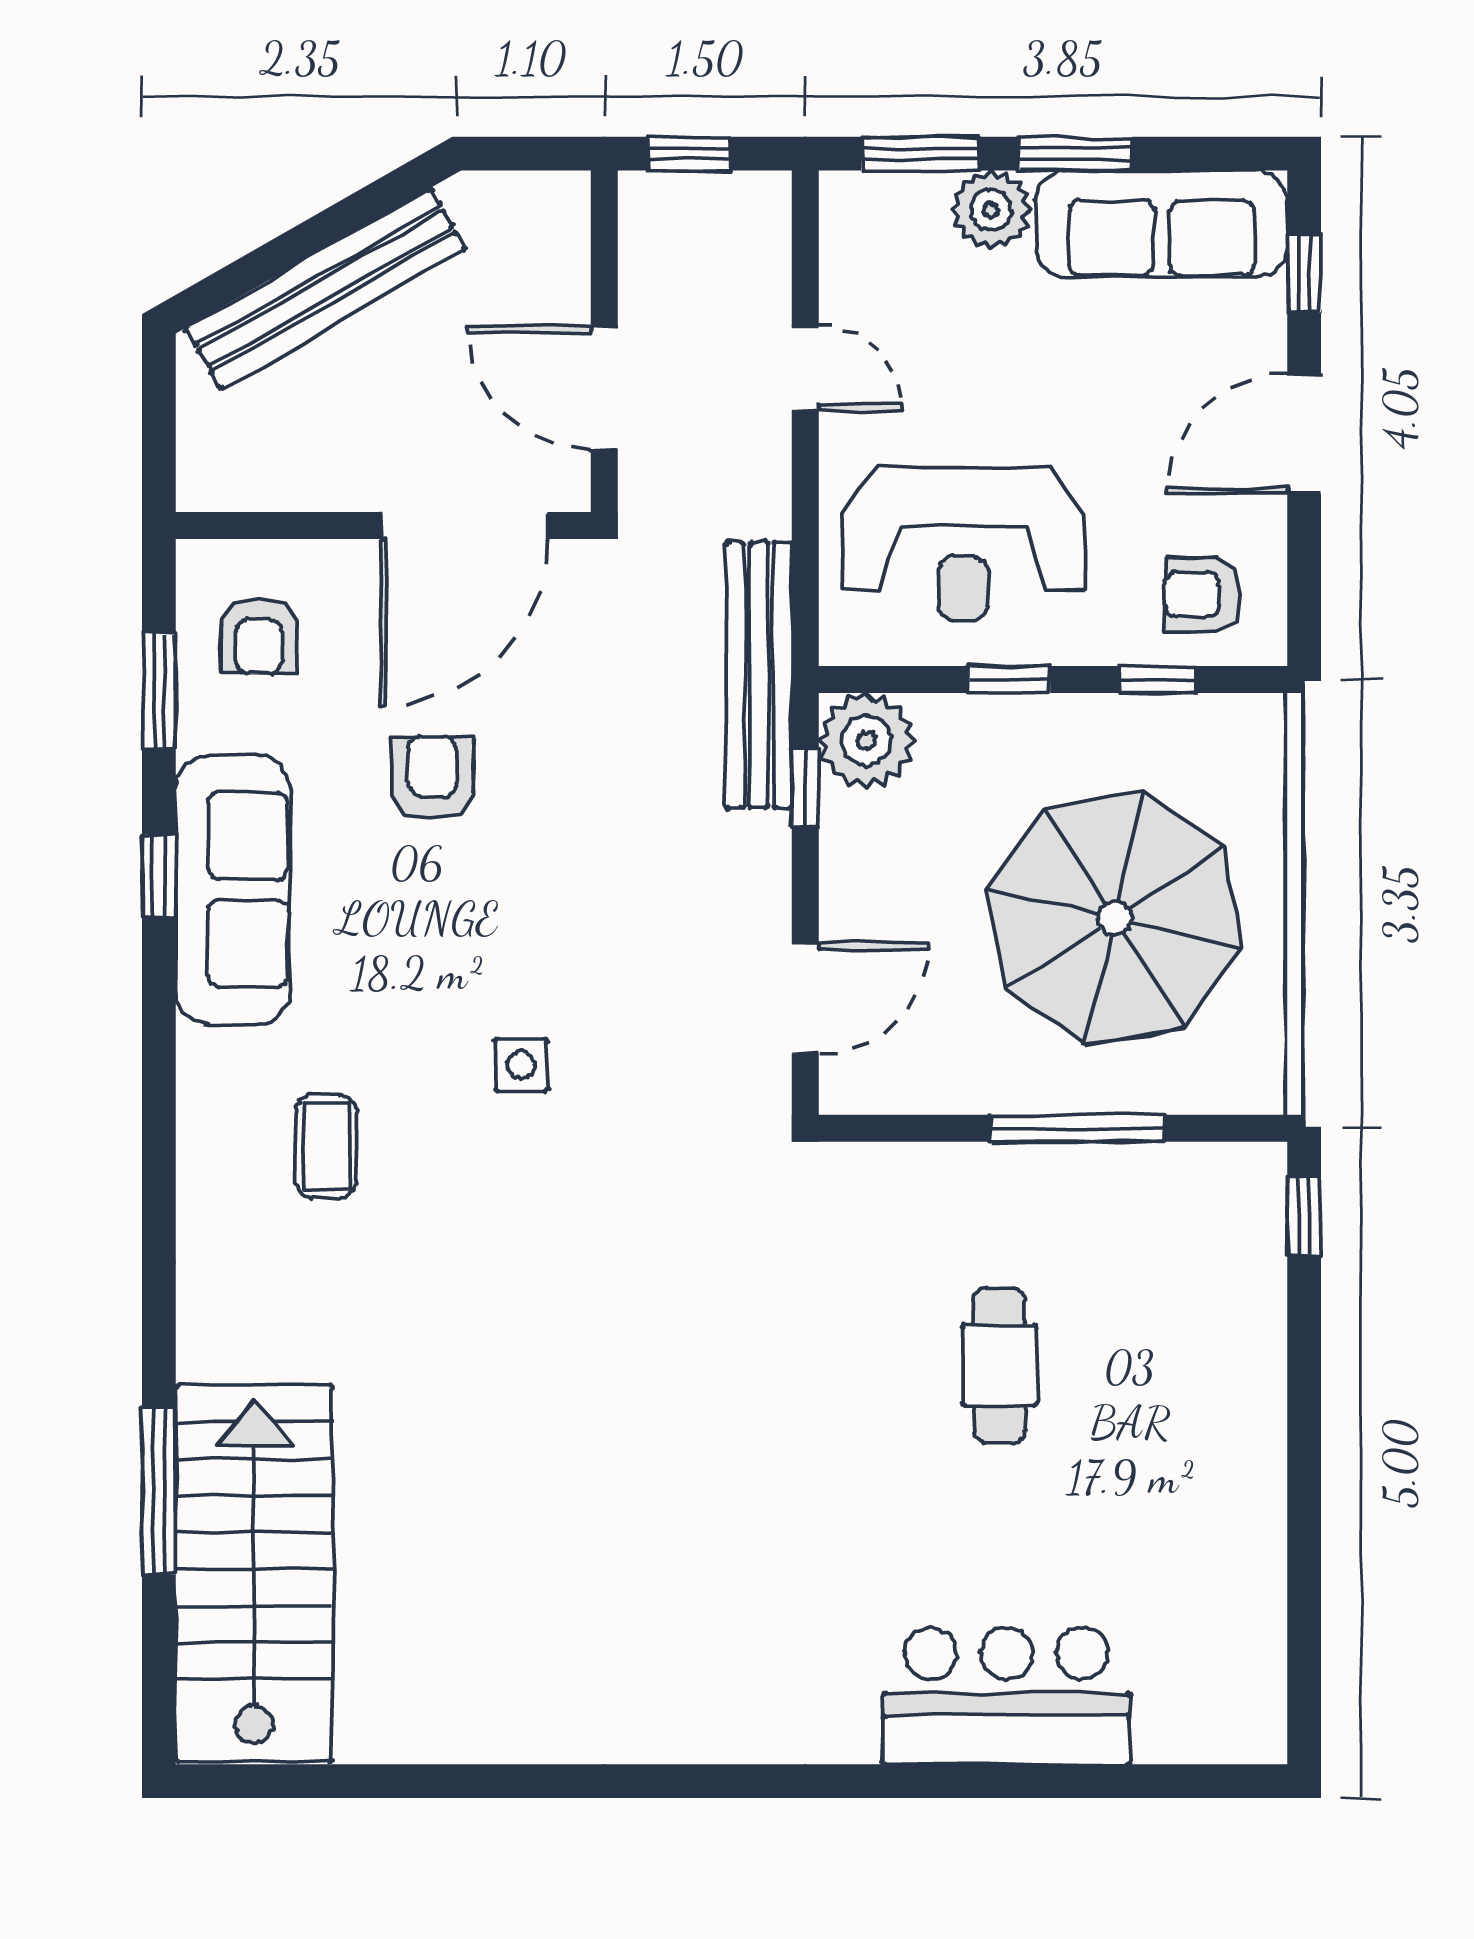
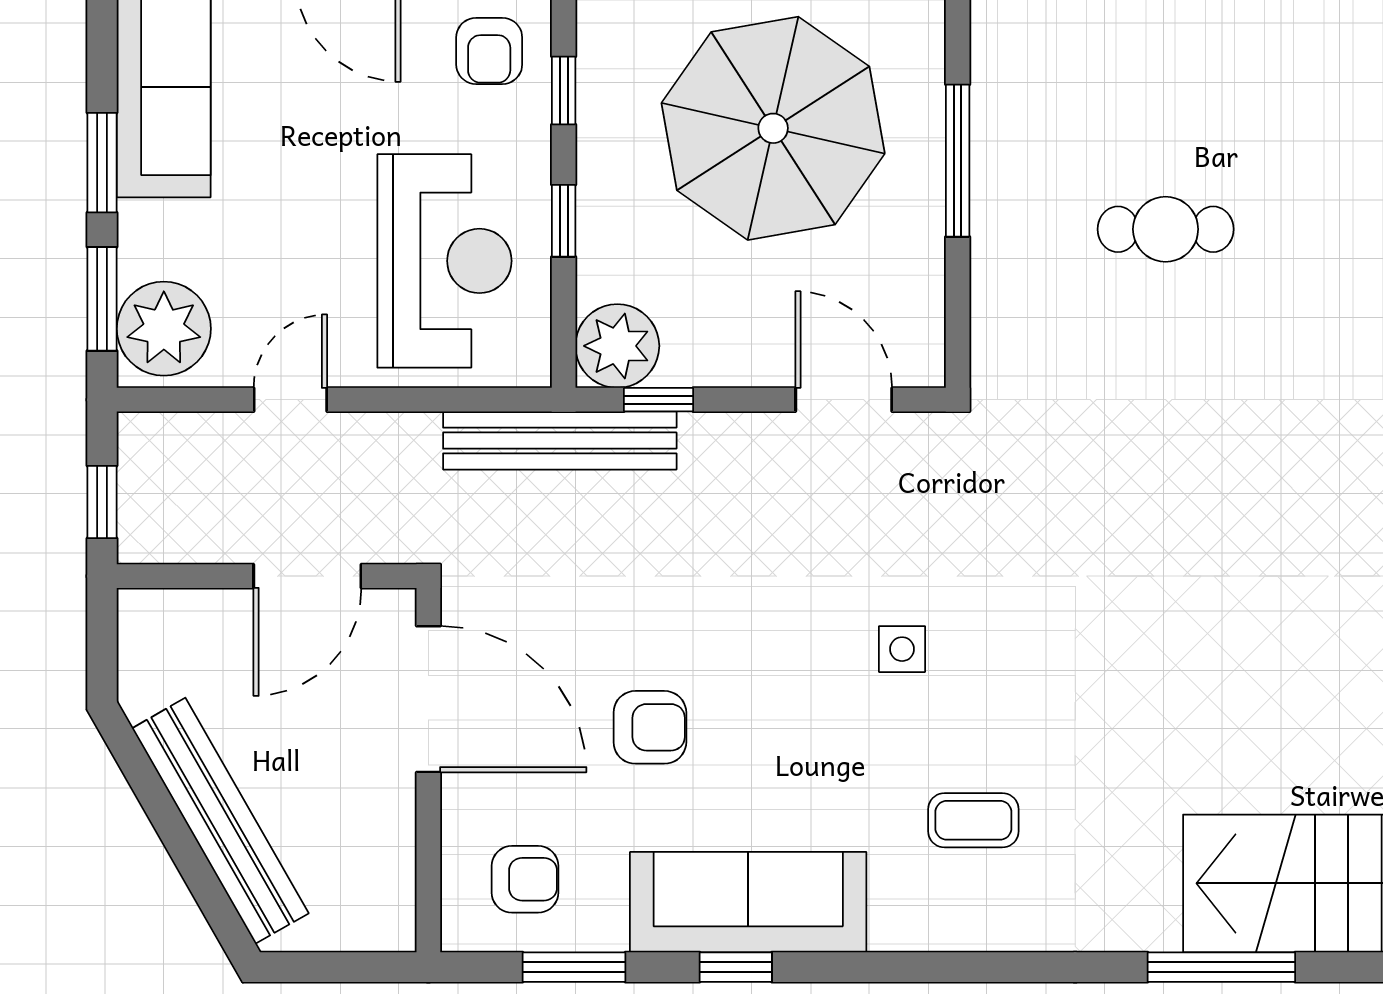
plant: (991, 210) -> (164, 329), moved, width x1.36, depth x1.36
armchair: (432, 778) -> (650, 727), turned 180
window: (159, 1490) -> (1221, 967), moved

